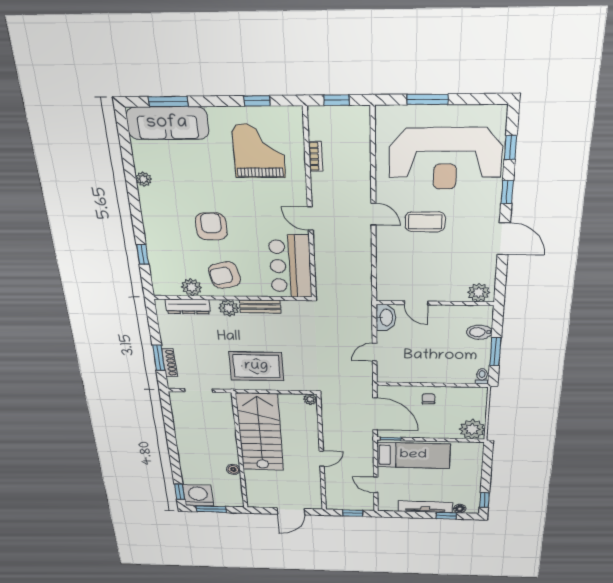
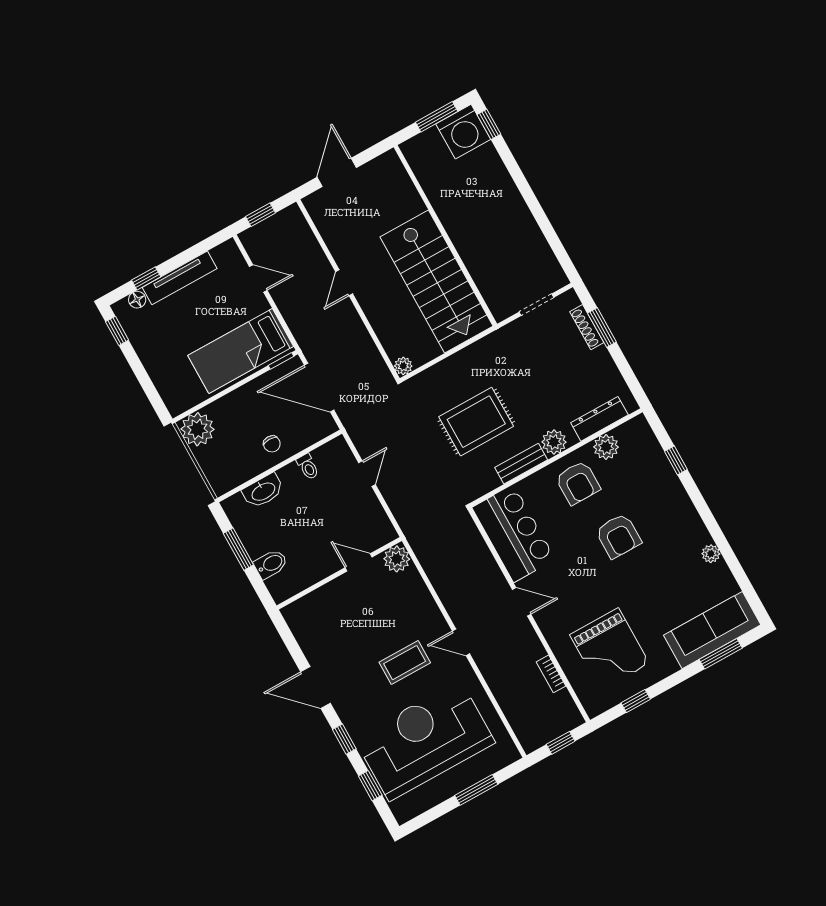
armchair: (224, 275) -> (578, 483), turned 103
plant: (479, 293) -> (397, 559), moved
washbasin: (386, 317) -> (263, 491), moved, turned -90
rug: (256, 366) -> (476, 422), moved
toilet: (482, 376) -> (308, 467), moved
boiler: (233, 469) -> (440, 202), removed

